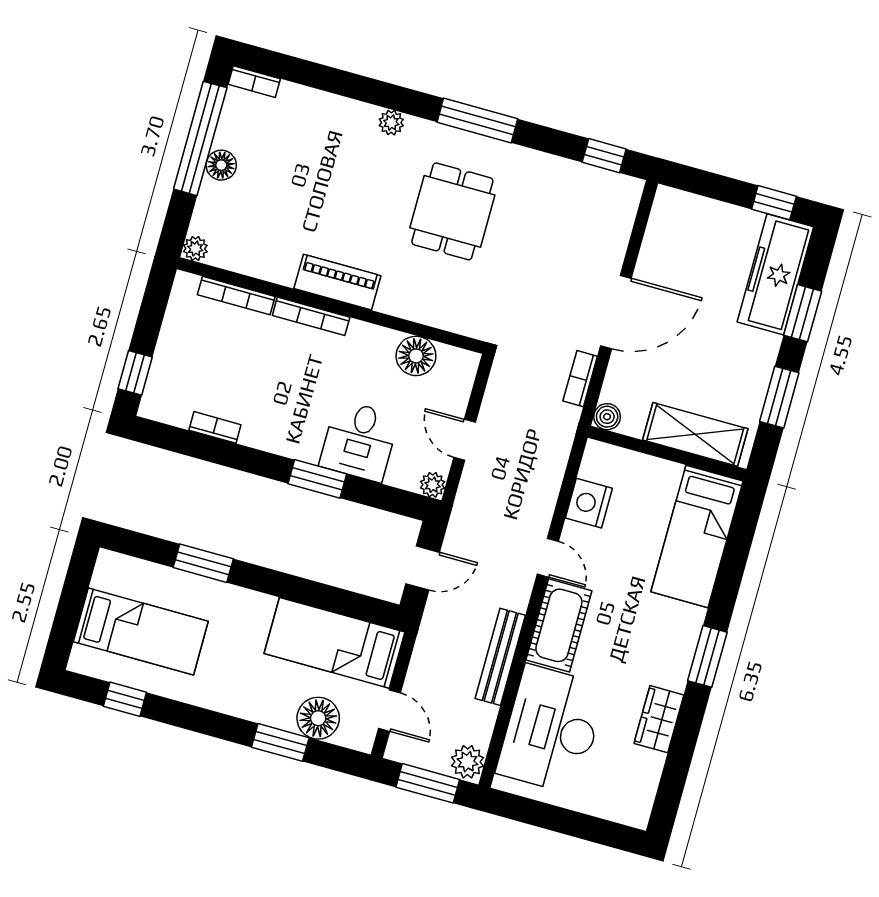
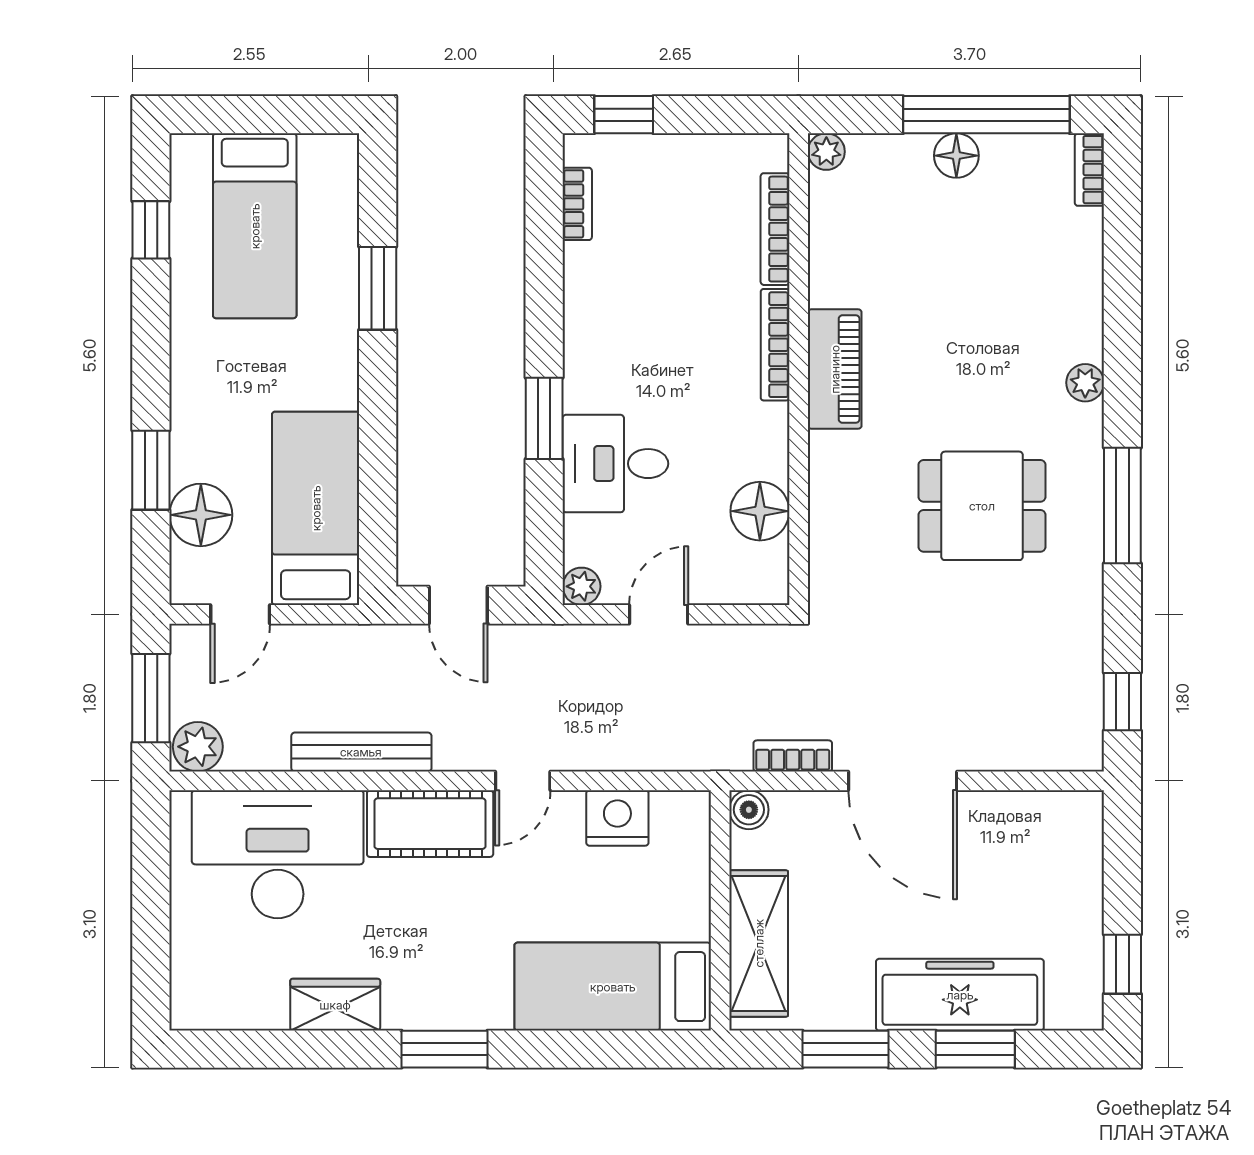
freezer: (775, 274) -> (960, 995), moved
bookcase: (215, 427) -> (577, 204), moved

